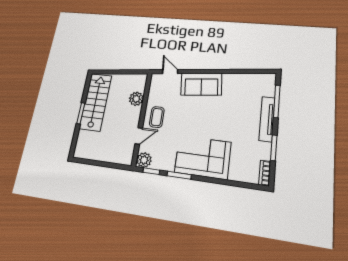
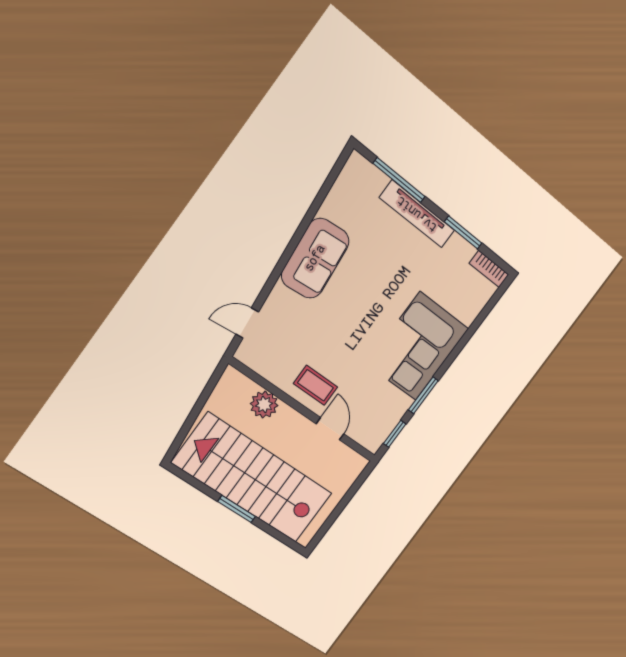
sofa: (201, 84) -> (315, 258), moved
stairs: (96, 102) -> (253, 478), width x1.36, depth x1.51
plant: (144, 160) -> (372, 438), removed

